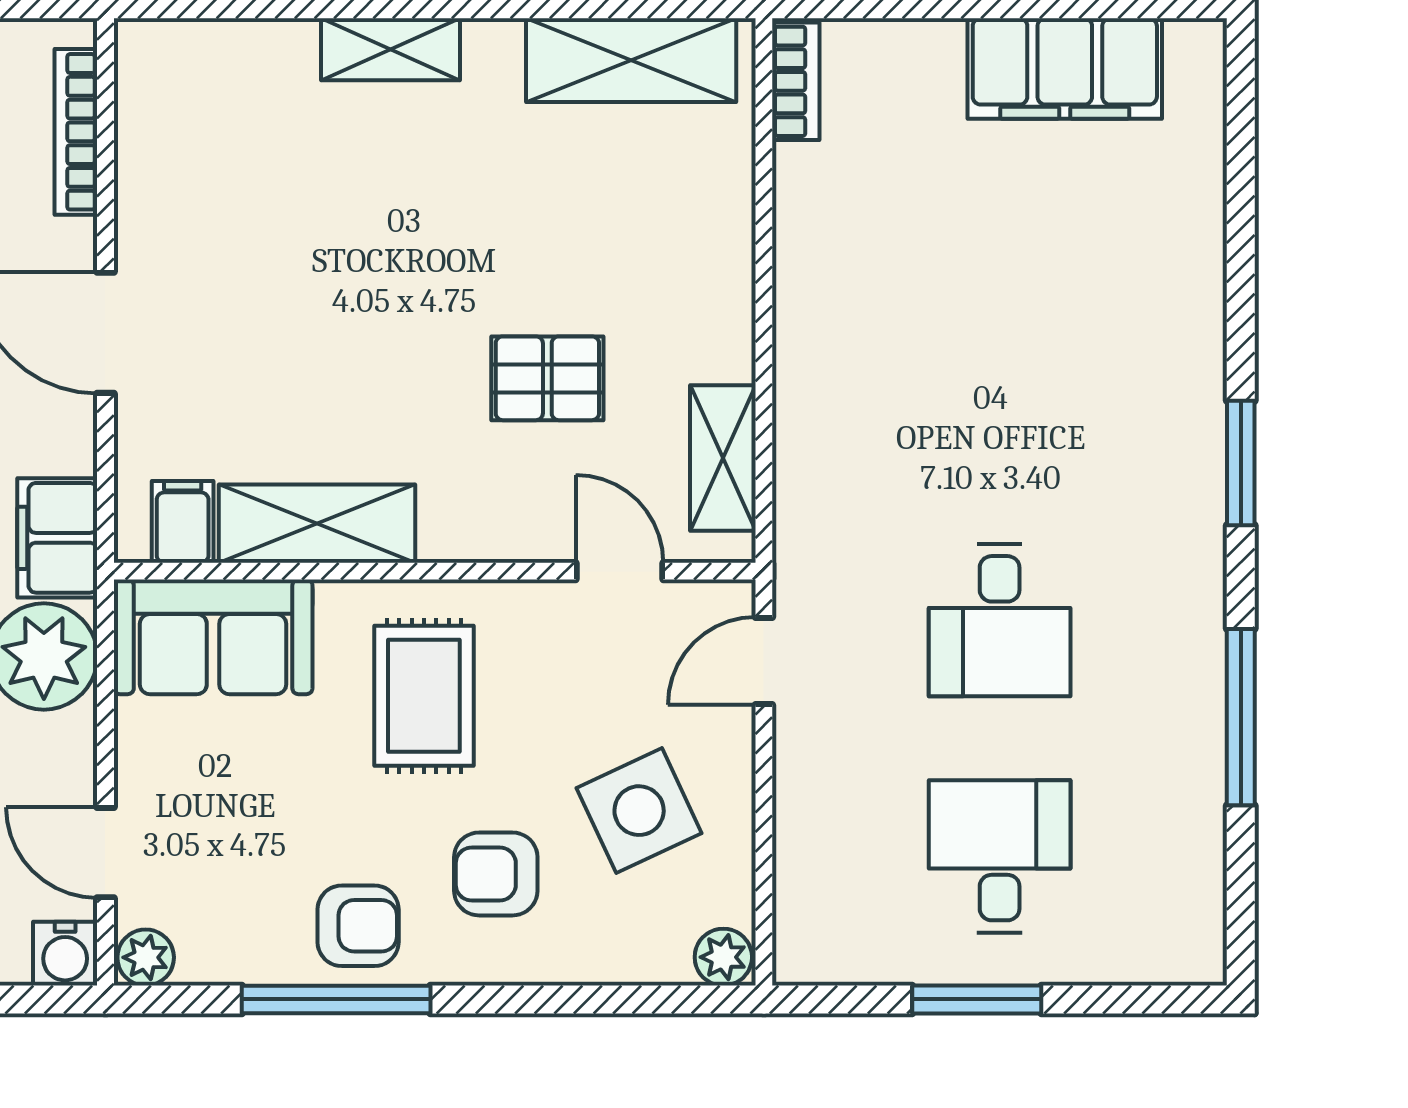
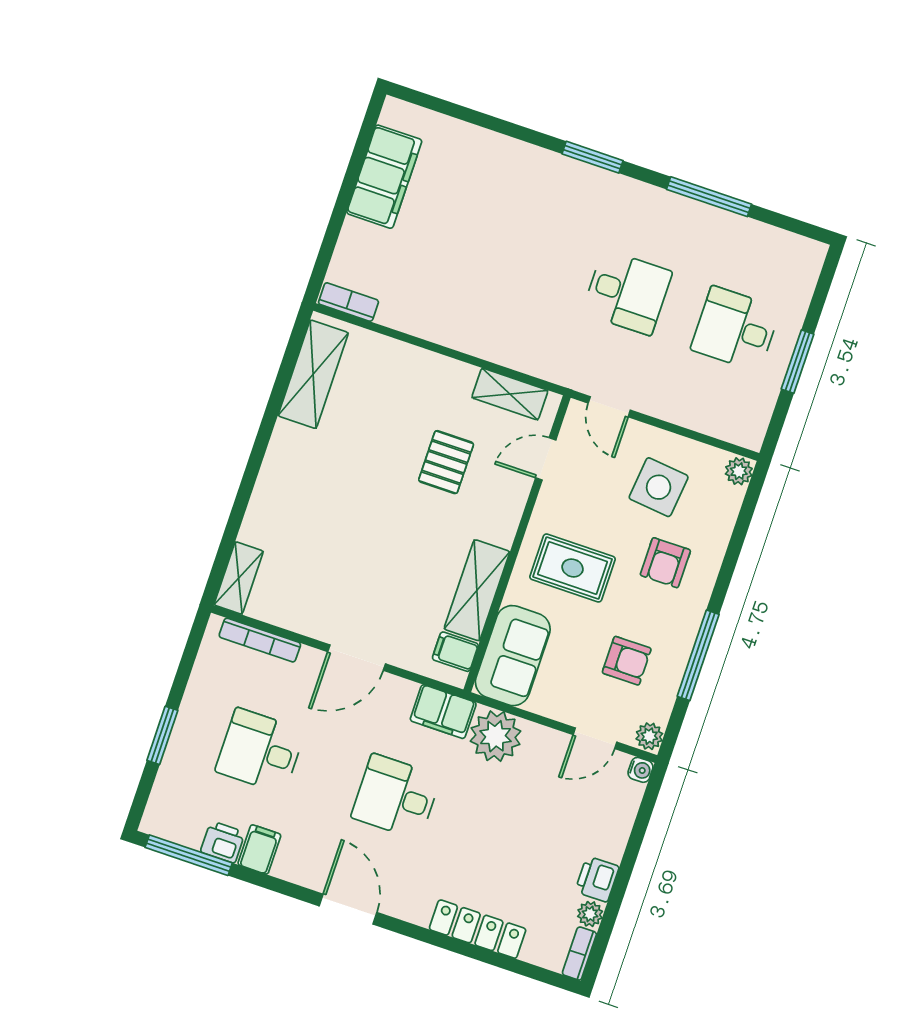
shelving: (391, 49) -> (239, 578), moved
side table: (639, 811) -> (659, 487), turned 31
armchair: (358, 926) -> (627, 661), moved, turned 90
water cooler: (65, 954) -> (640, 770), width x0.72, depth x0.72

